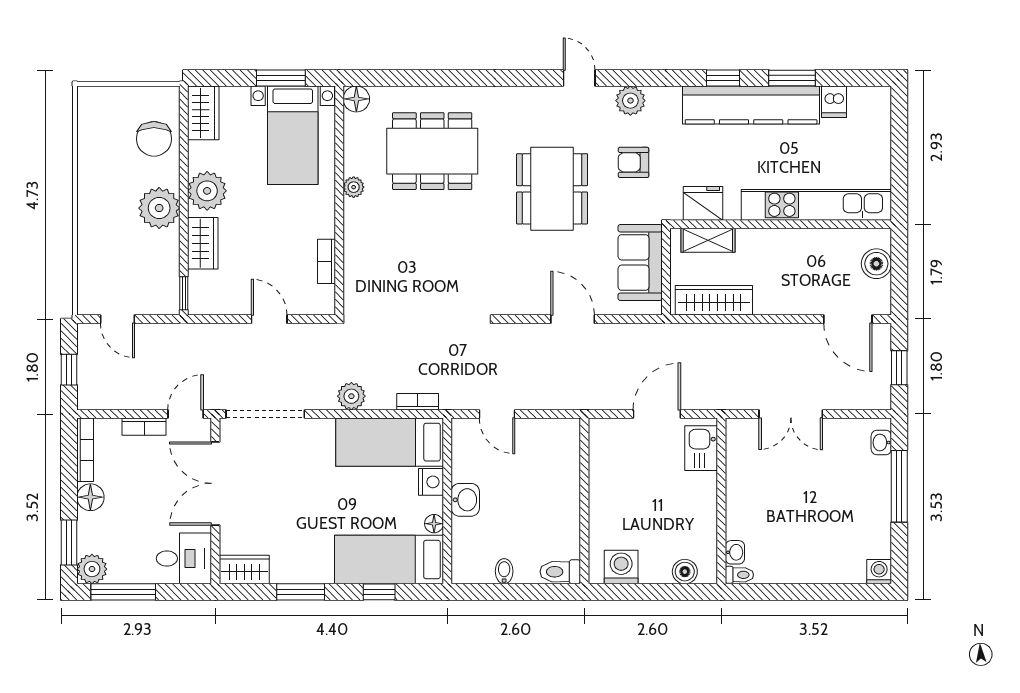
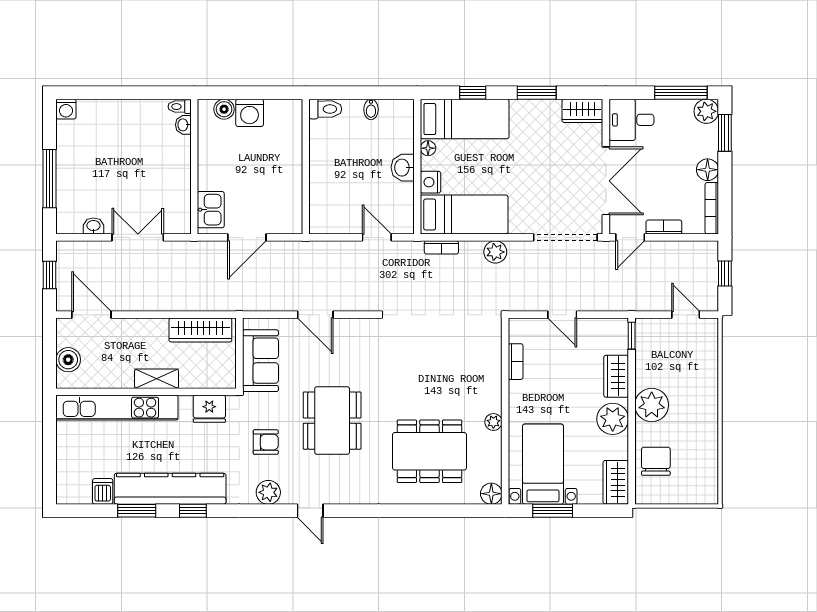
shelving: (708, 240) -> (157, 379), moved
washbasin: (881, 443) -> (93, 226), moved, turned -90
washing machine: (621, 567) -> (250, 113), moved

